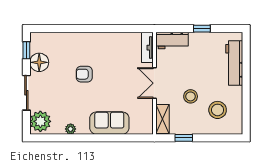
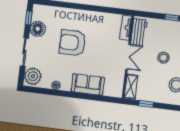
workbench: (172, 40) -> (139, 32), moved, turned -90
armchair: (84, 74) -> (72, 43), width x1.88, depth x1.88
double door: (154, 83) -> (128, 57), swing flipped
stool: (191, 96) -> (163, 58), moved

